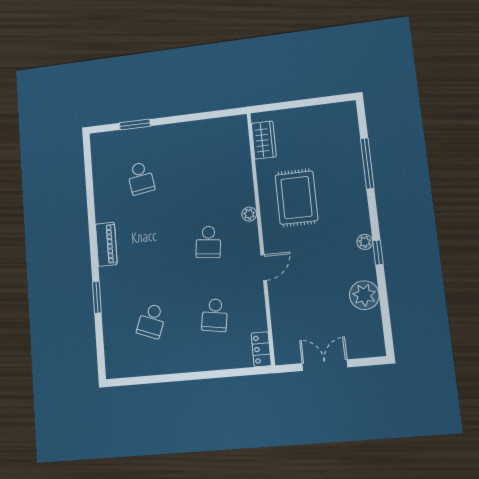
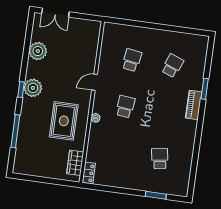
plant: (365, 242) -> (33, 88), width x1.87, depth x1.87
piano: (106, 244) -> (194, 105), moved
window: (378, 252) -> (21, 90), moved
locker: (261, 349) -> (89, 173), moved
double door: (325, 365) -> (55, 13), moved

